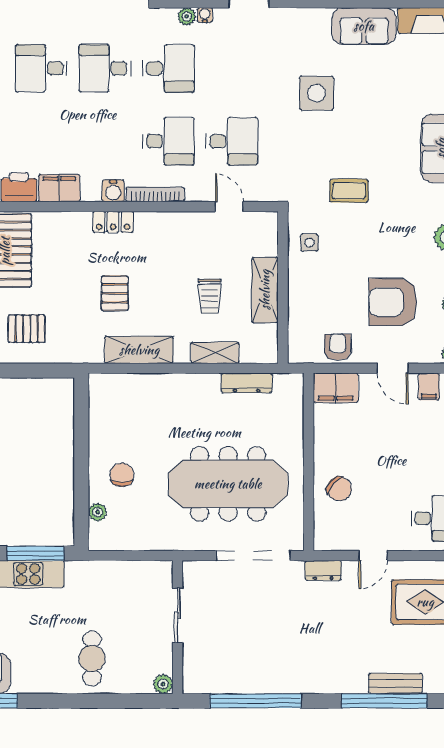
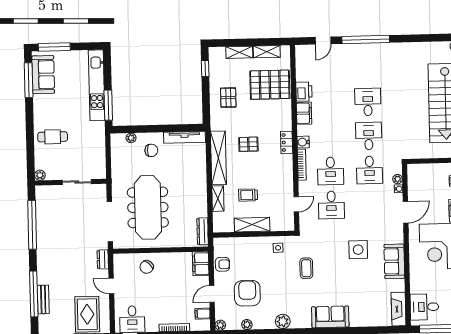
sofa: (364, 26) -> (394, 261), moved
shelving: (139, 350) -> (218, 158), width x1.47
dresser: (247, 383) -> (203, 231), moved
tv unit: (99, 412) -> (185, 137), added

